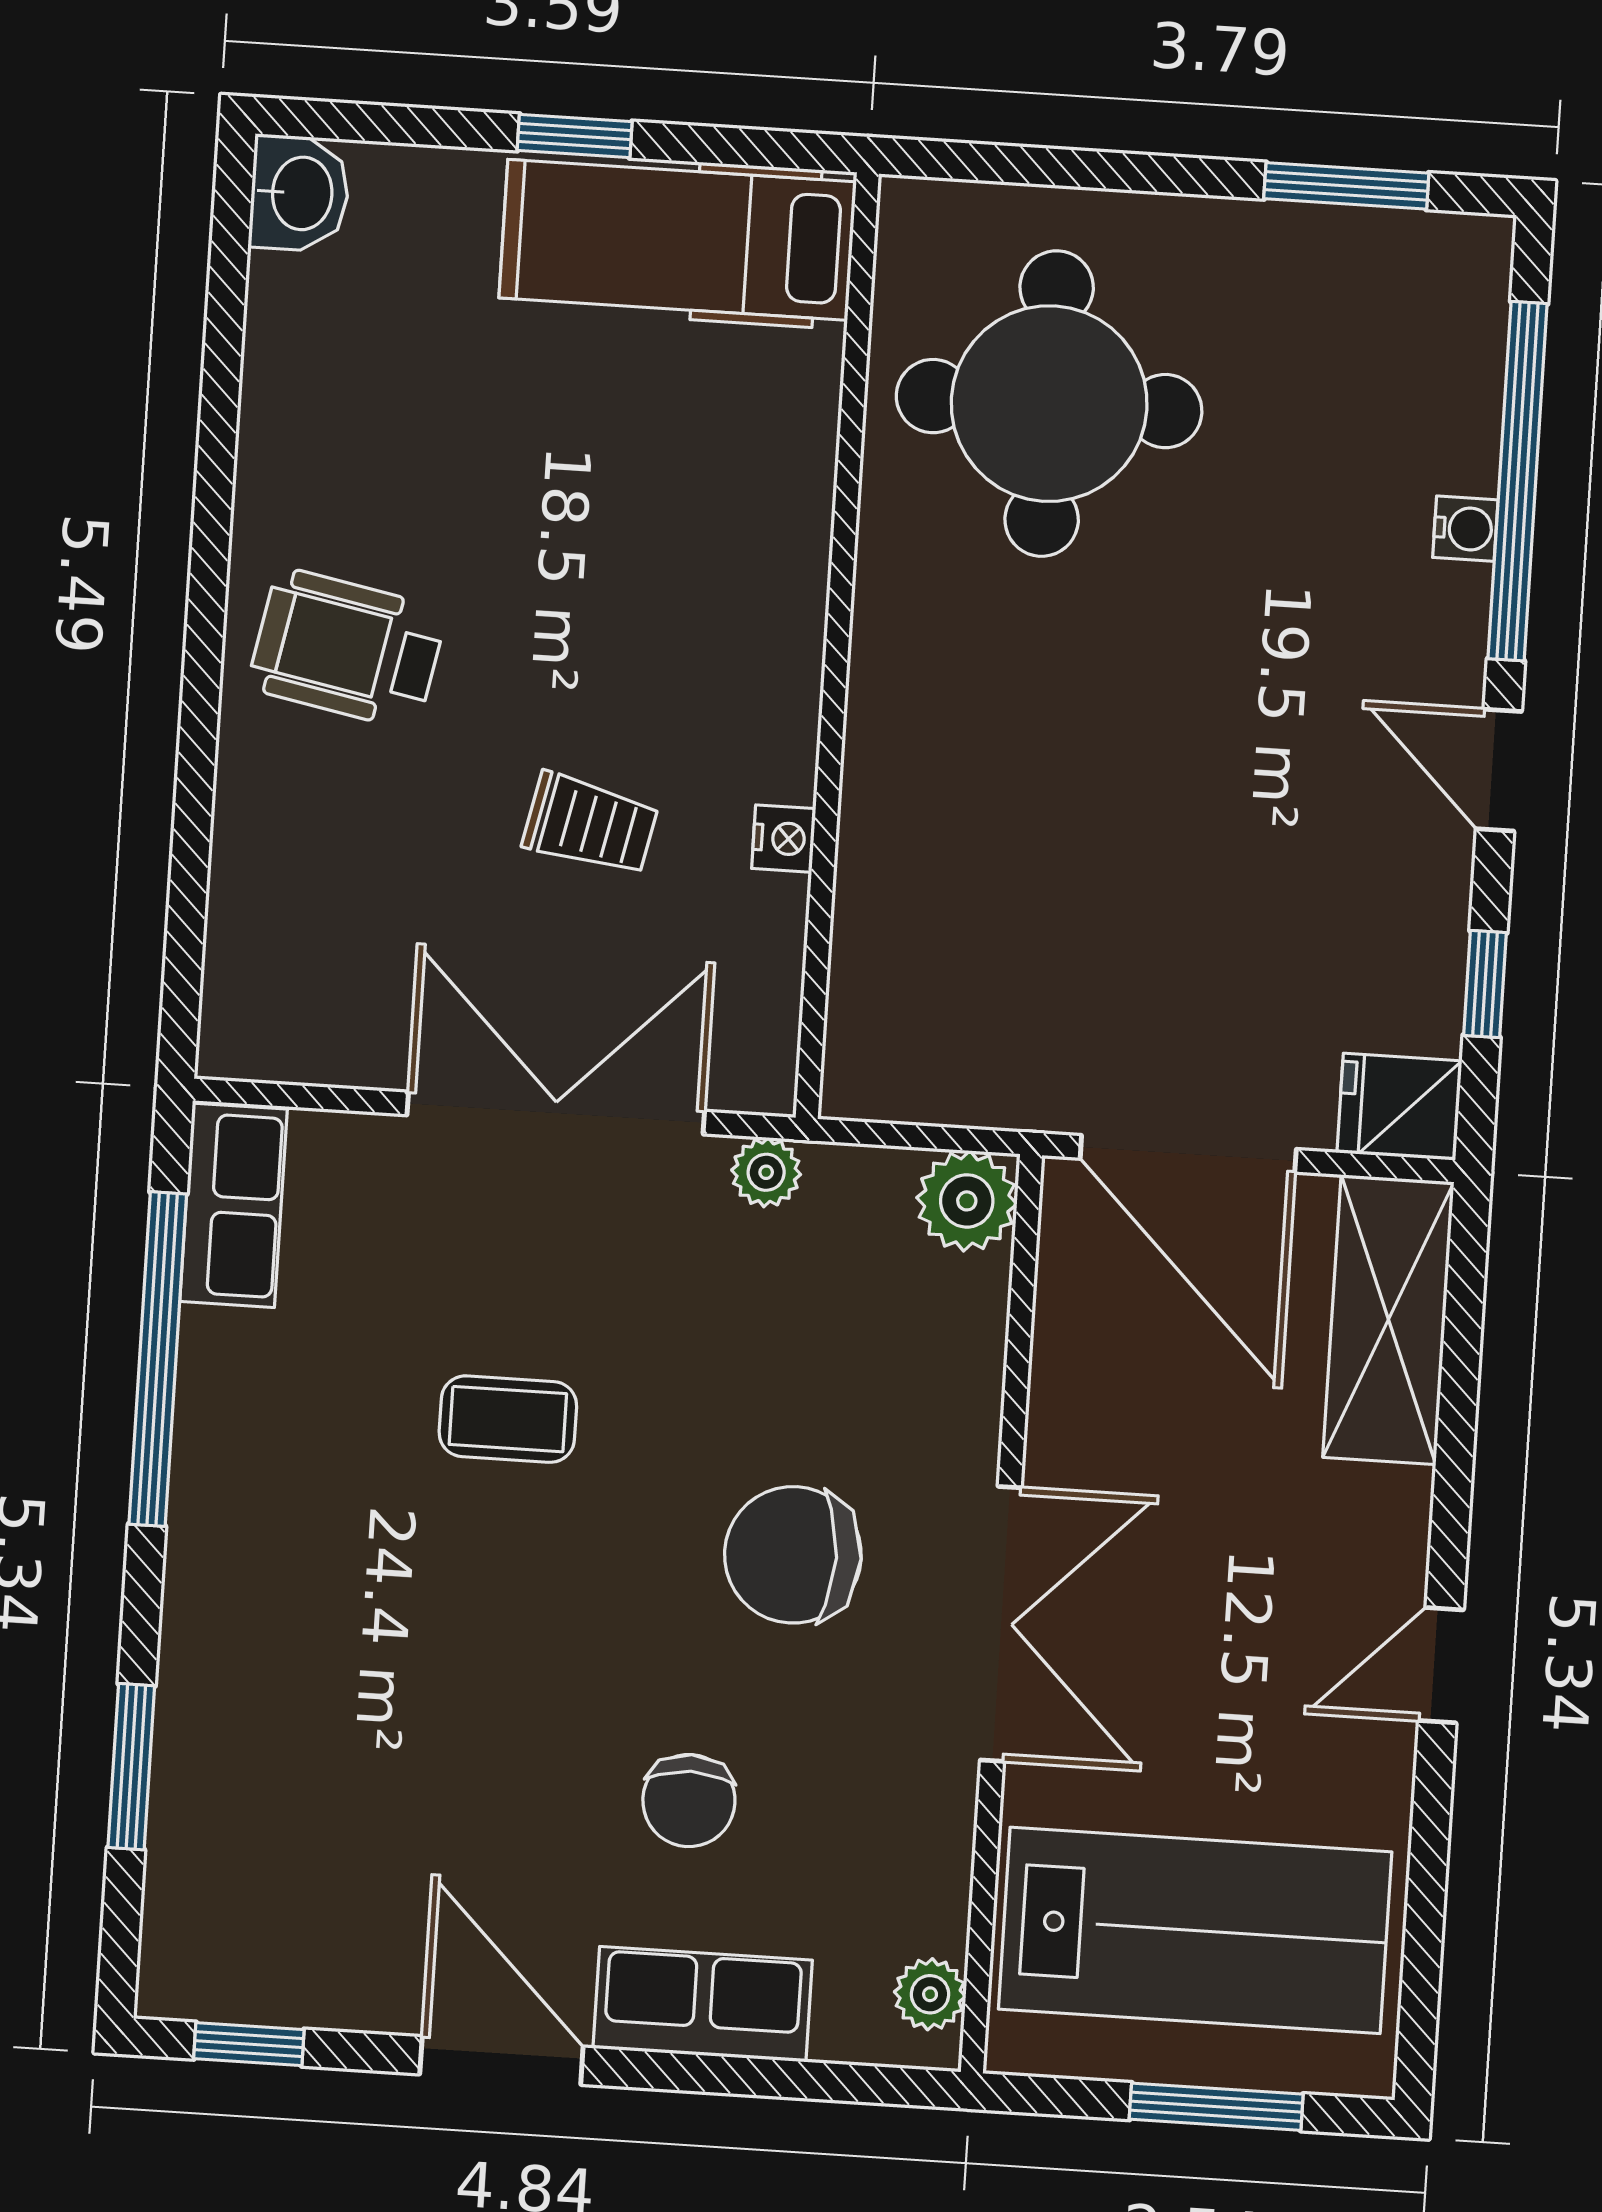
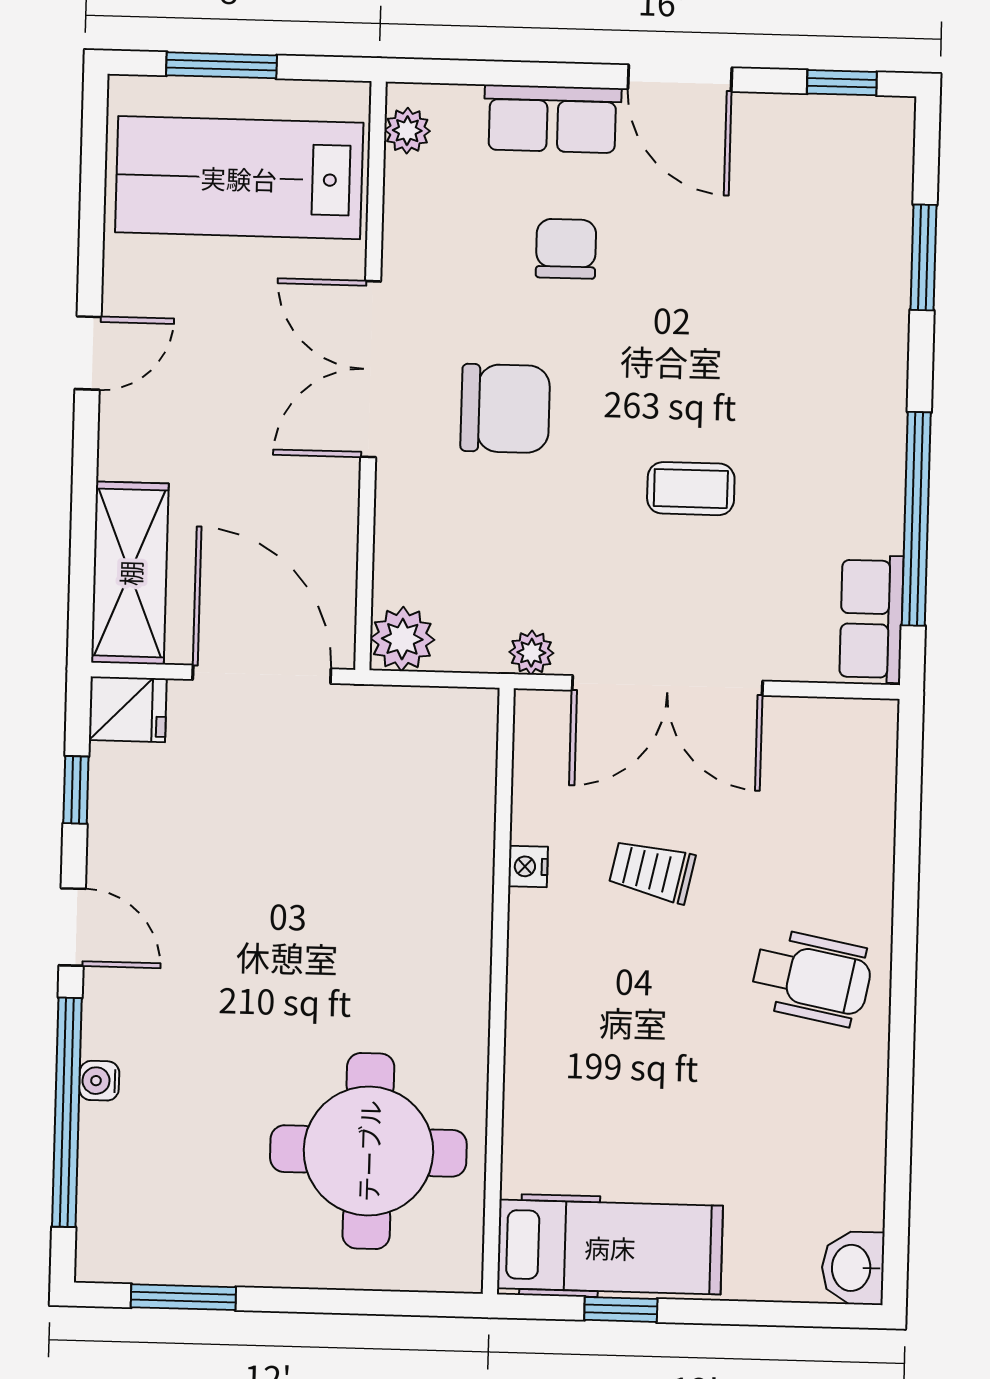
window: (575, 136) -> (621, 1309), moved

